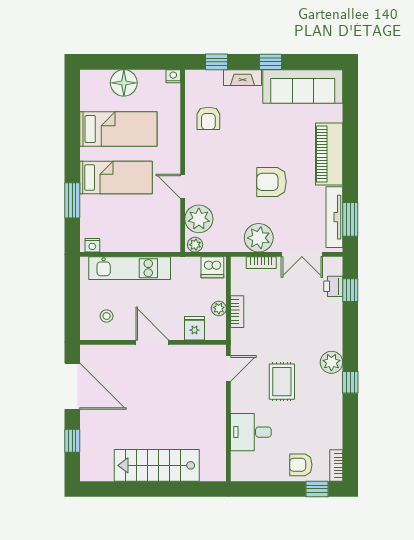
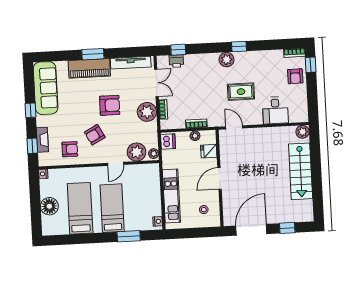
fireplace: (243, 78) -> (42, 140), moved
armchair: (228, 157) -> (95, 135), added
armchair: (272, 182) -> (110, 105), turned -90
window: (350, 219) -> (93, 54), moved
plant: (216, 471) -> (303, 132), added

